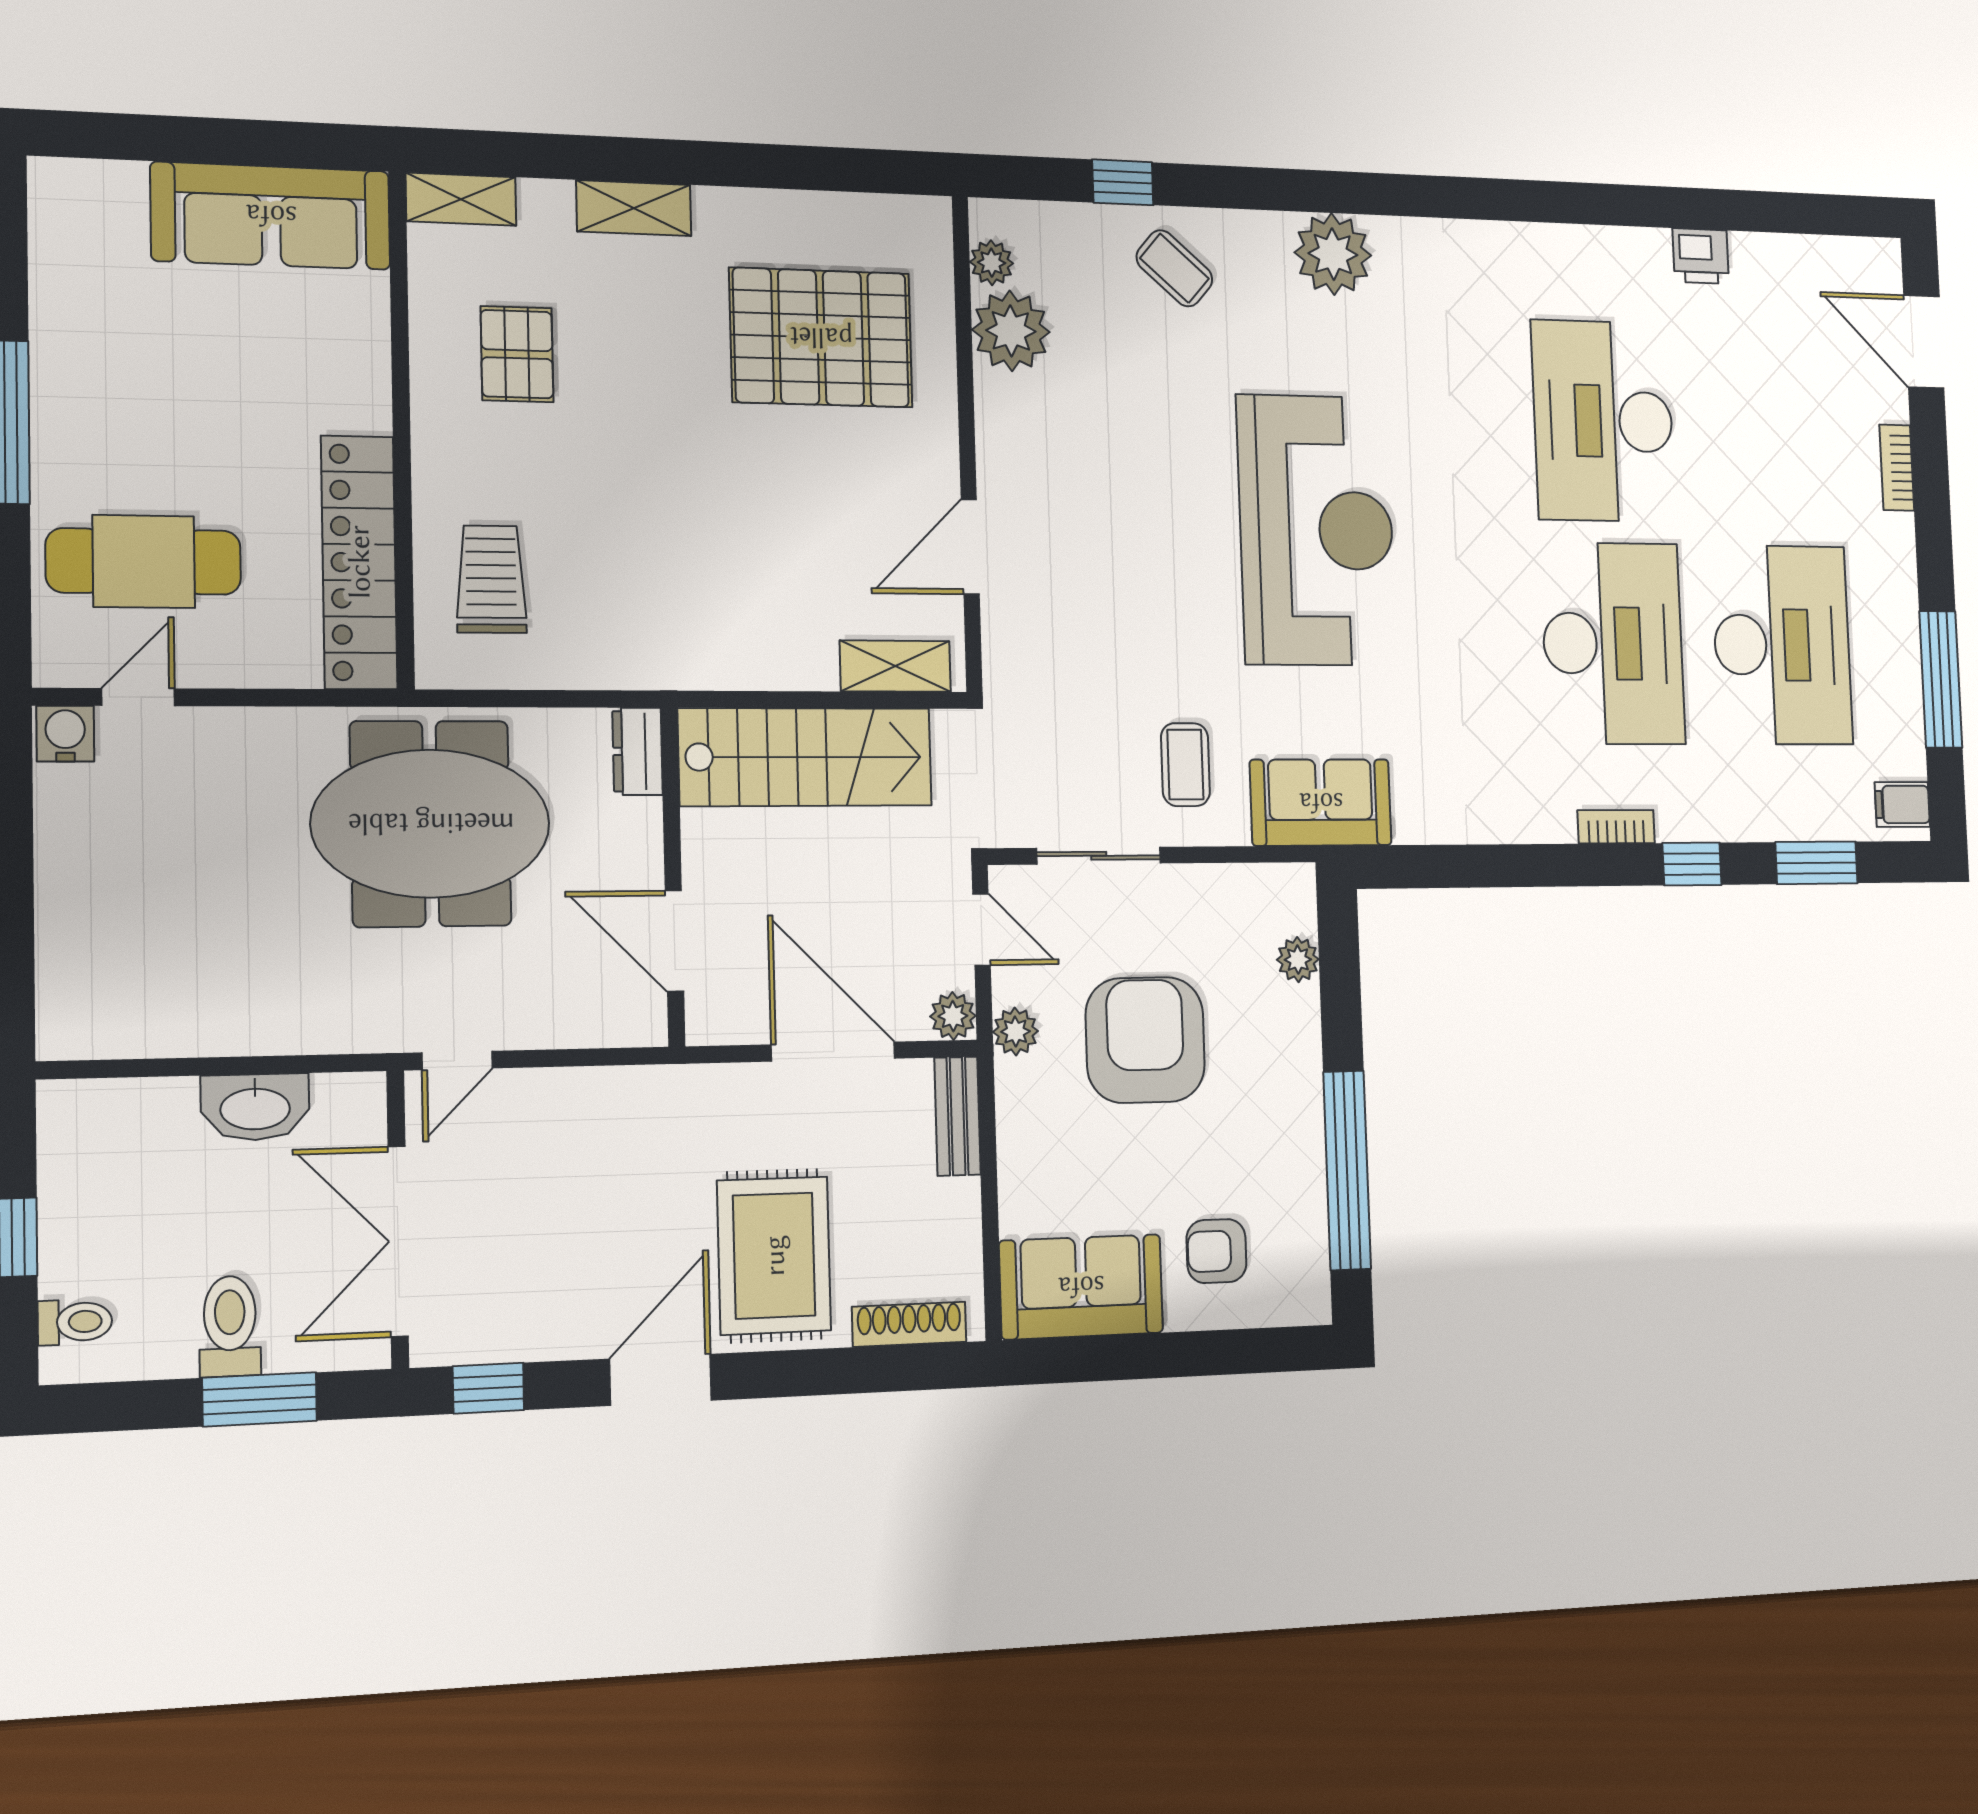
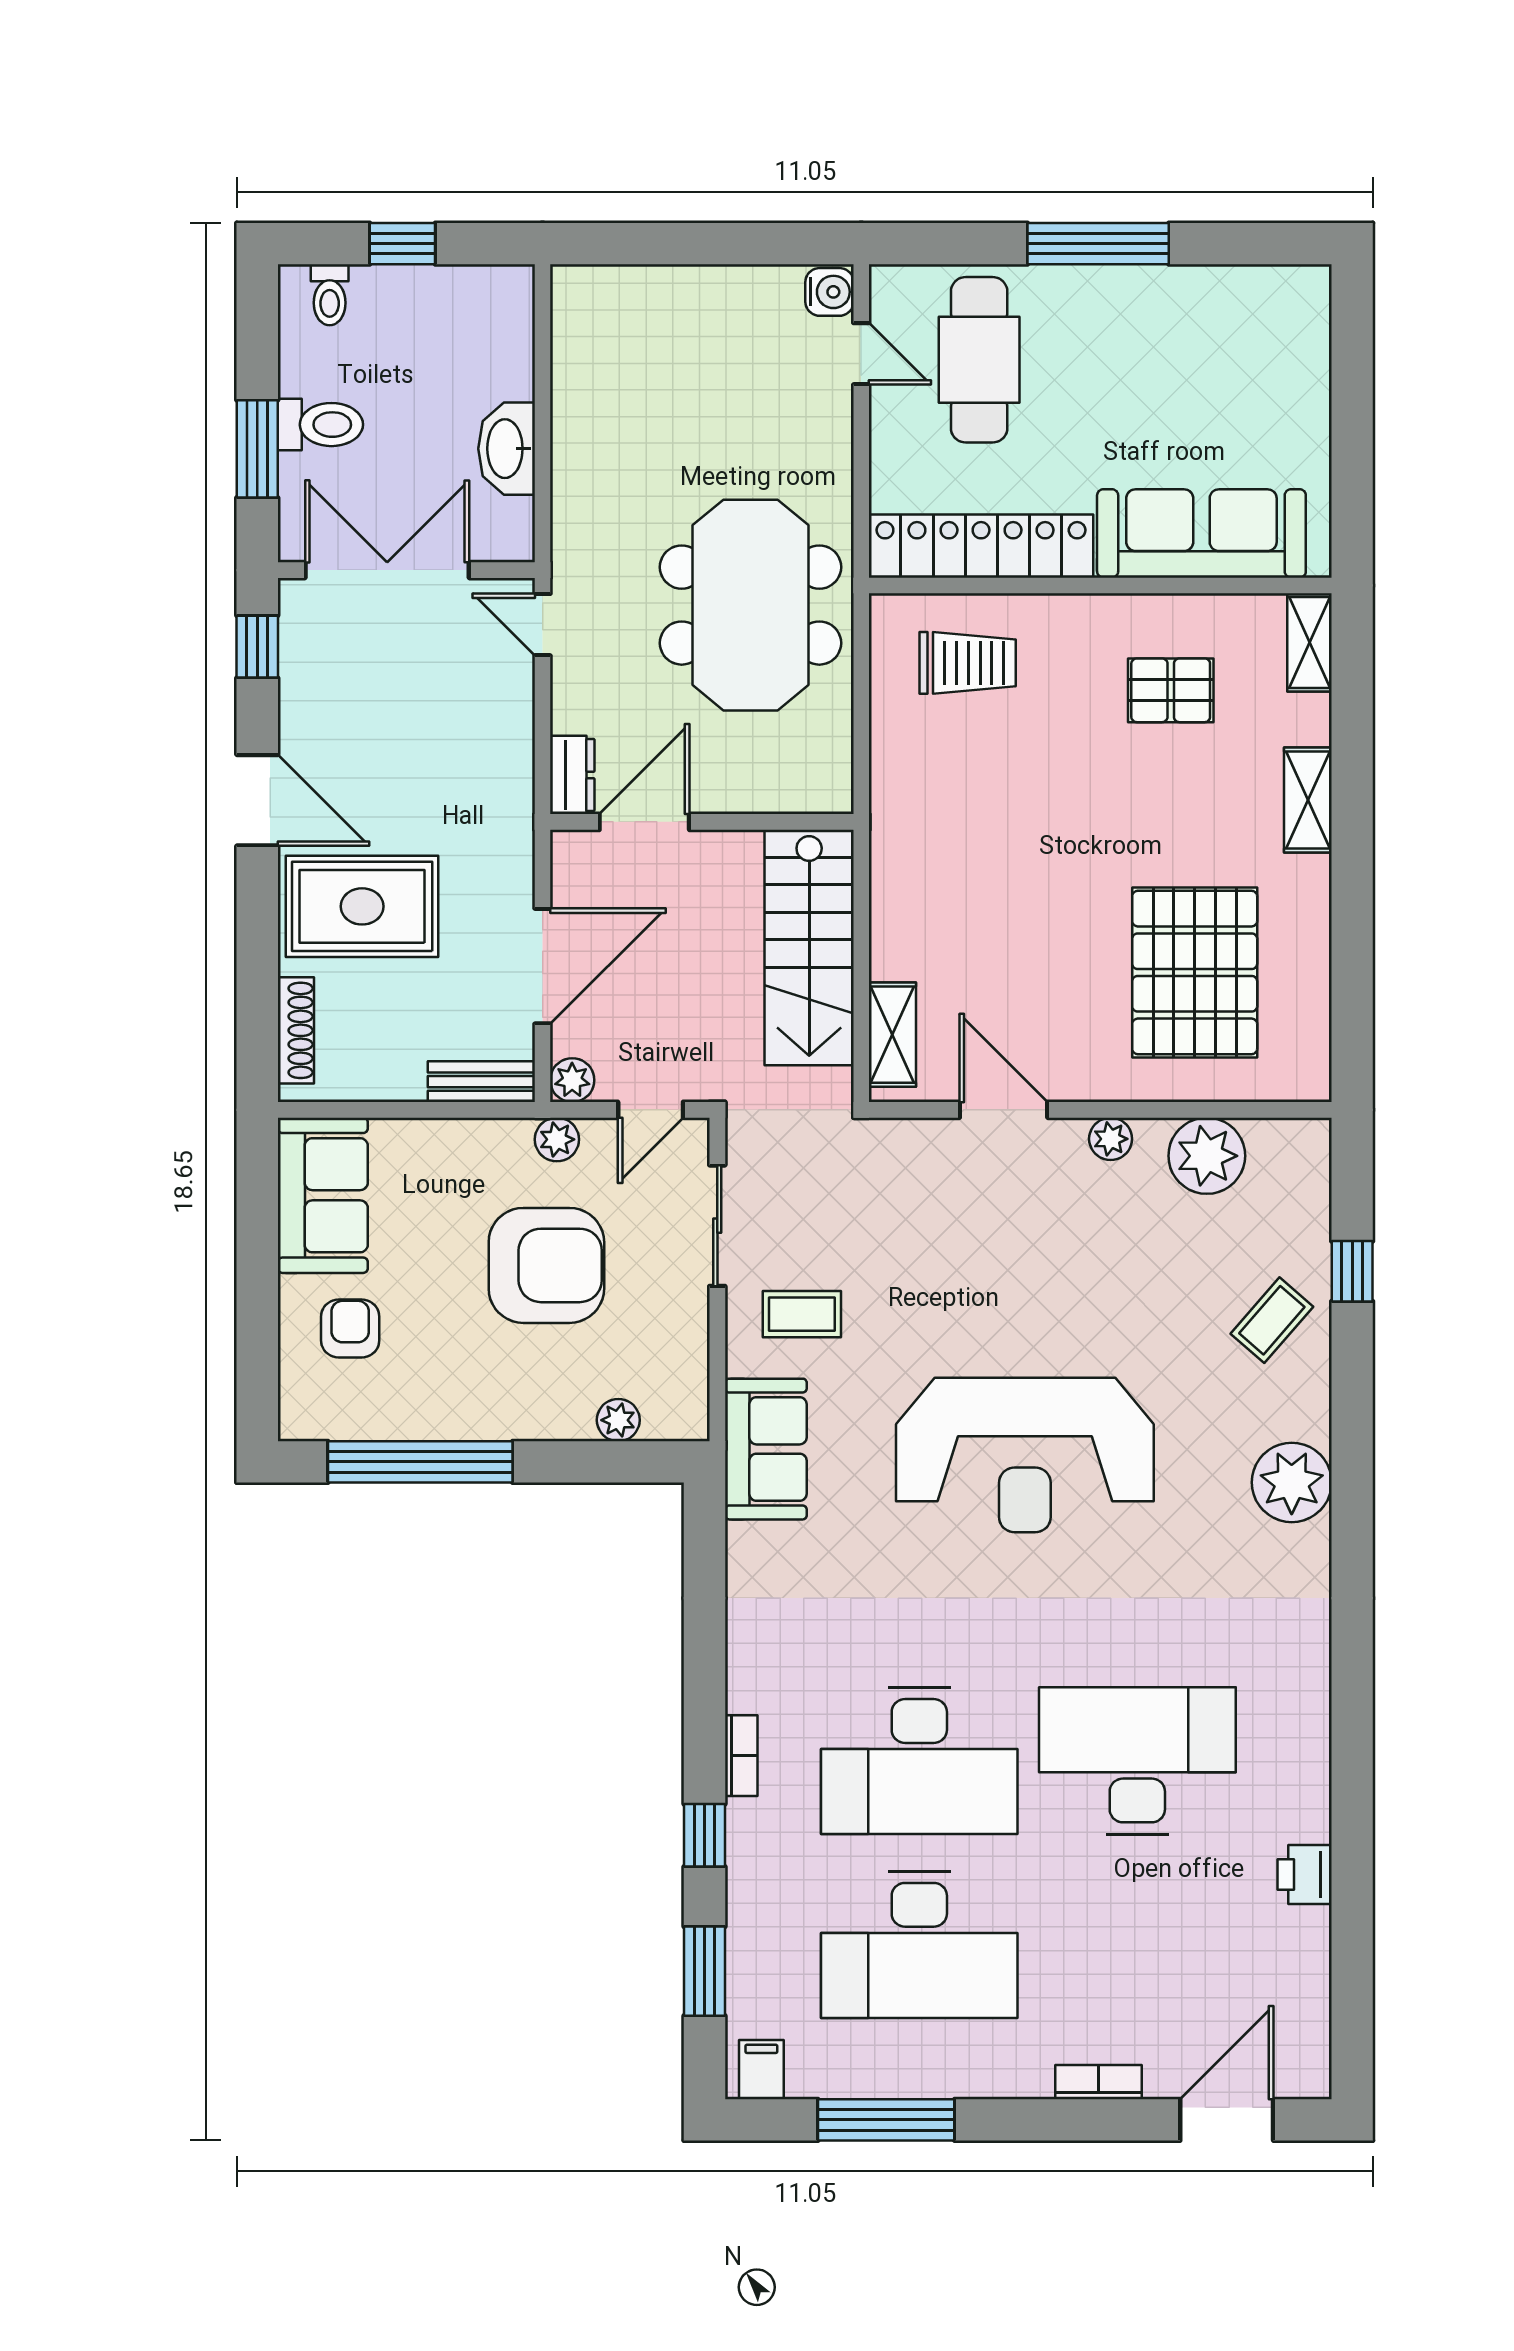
sofa: (271, 216) -> (1201, 533), moved, turned 90
plant: (992, 263) -> (1111, 1139), moved
dresser: (637, 751) -> (572, 775), moved, turned 90

